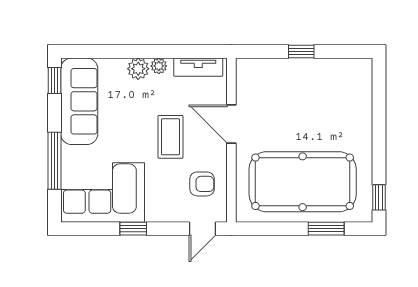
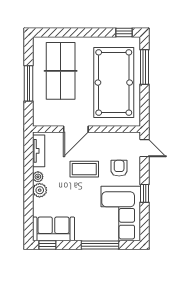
window: (301, 52) -> (28, 83), width x2.17
sofa: (79, 101) -> (54, 229), width x0.73
table tennis table: (320, 101) -> (61, 71), added
armchair: (202, 184) -> (119, 168), moved
window: (326, 229) -> (144, 67), width x1.44

